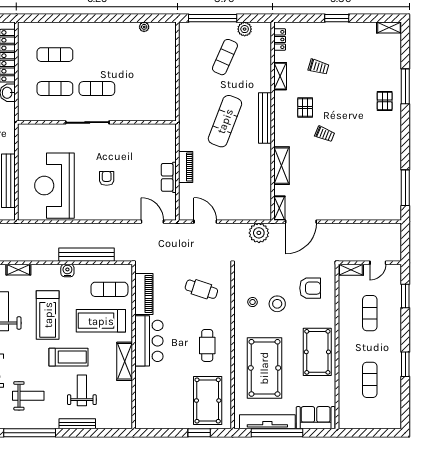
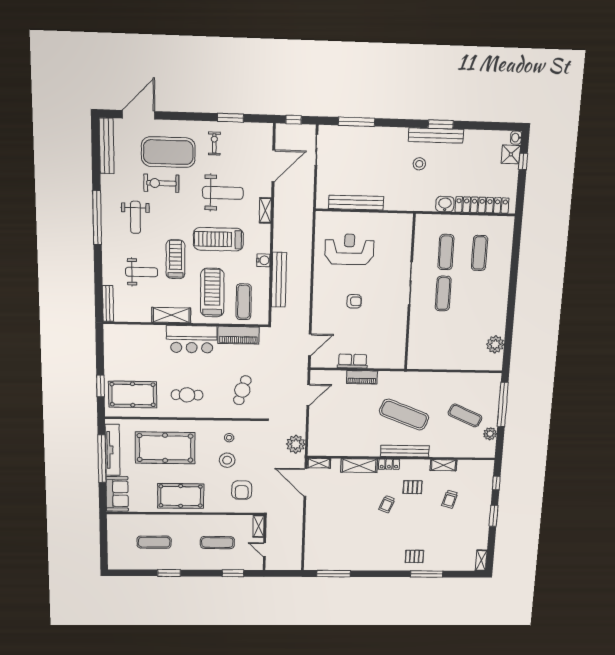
window: (299, 18) -> (496, 483), added
plant: (144, 27) -> (495, 344), width x1.88, depth x1.88
locker: (280, 39) -> (389, 464), moved
reception desk: (54, 186) -> (349, 249), width x0.74, depth x0.77
treadmill: (68, 357) -> (175, 259), turned 180
bench: (77, 424) -> (108, 303), moved

